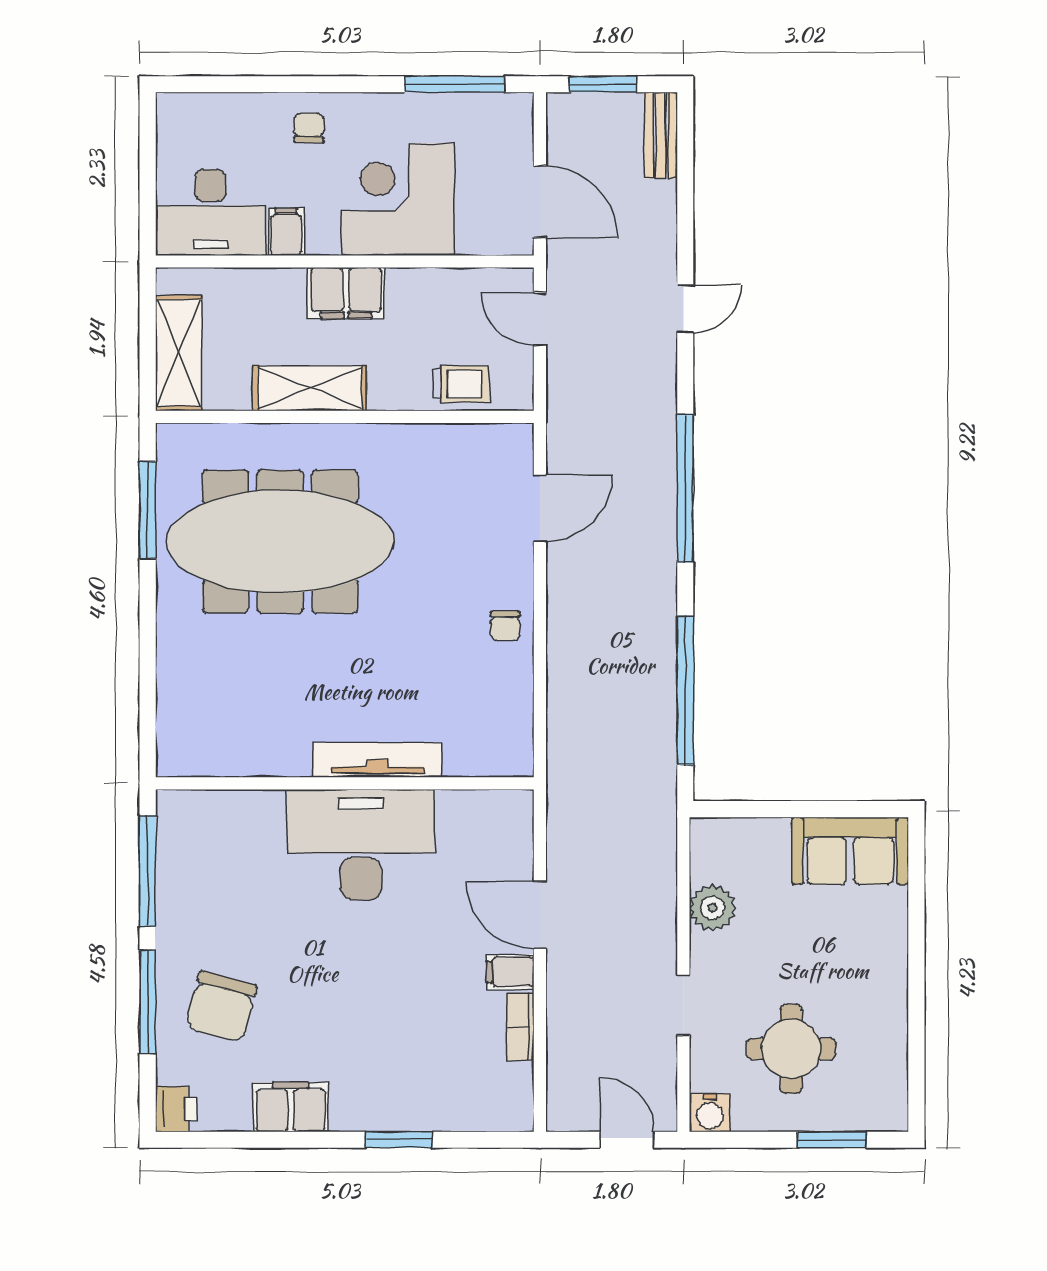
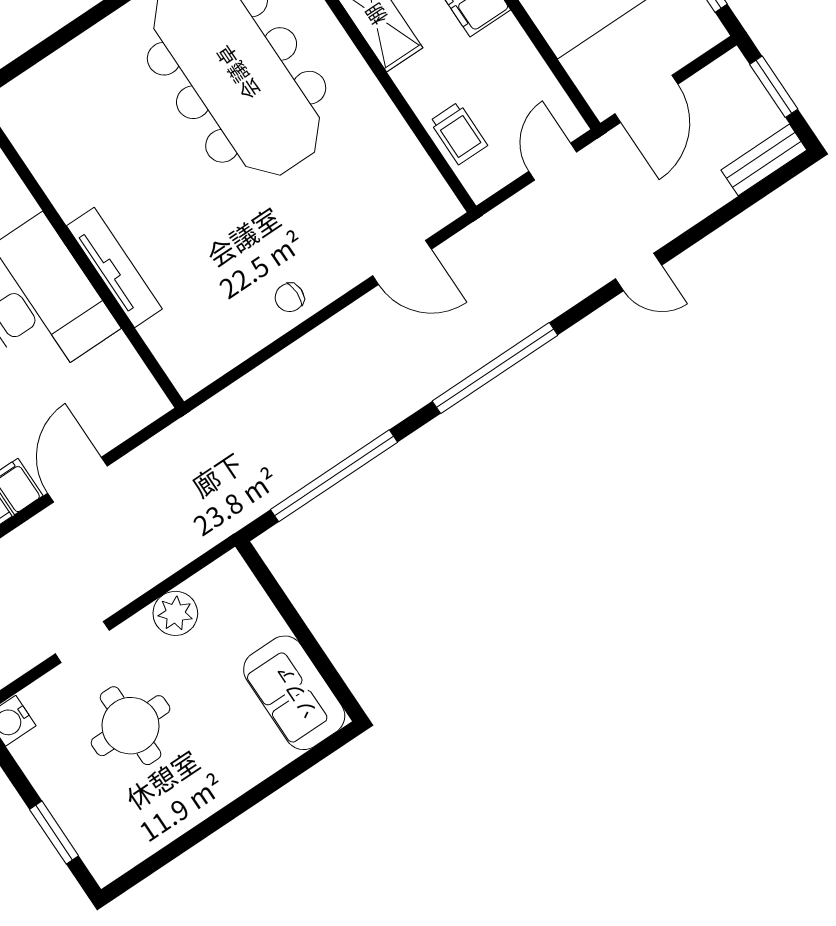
round table: (791, 1049) -> (131, 726), moved

